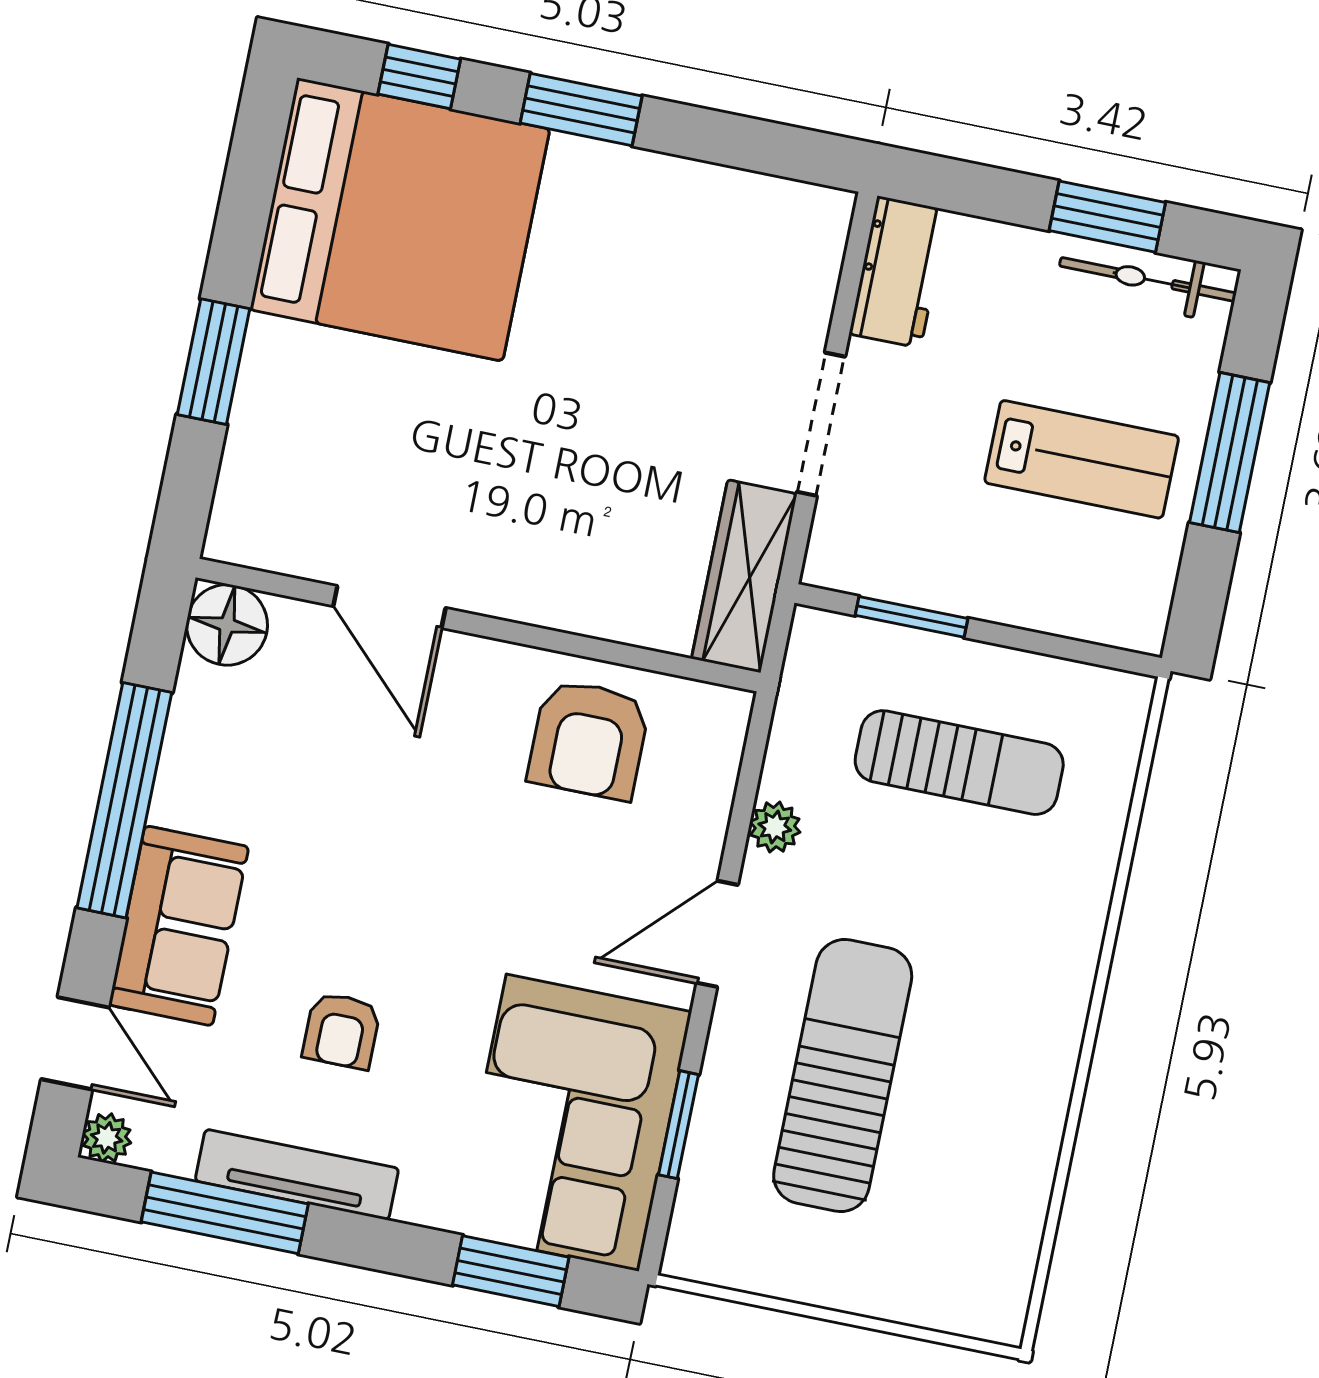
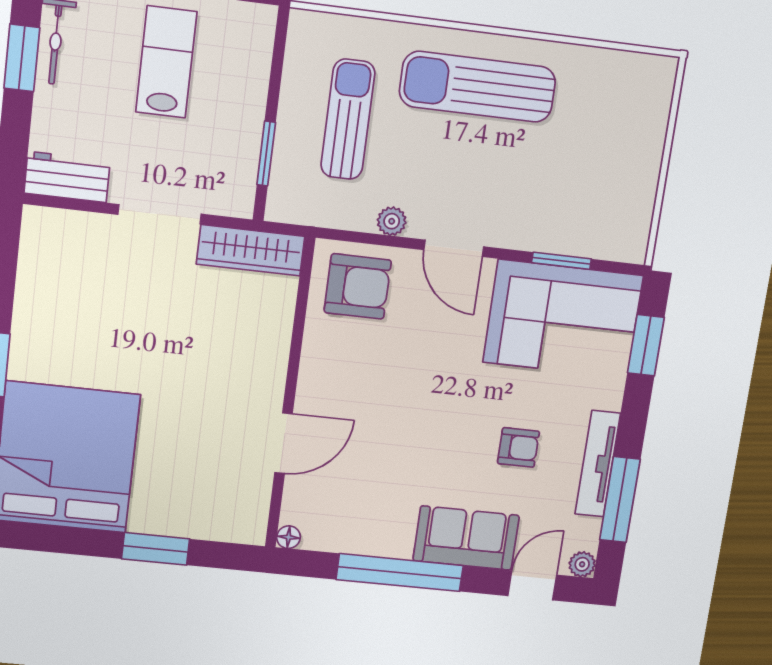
floor lamp: (227, 625) -> (289, 537), width x0.53, depth x0.53
armchair: (589, 740) -> (358, 286), moved
sun lounger: (843, 1075) -> (478, 87), moved

